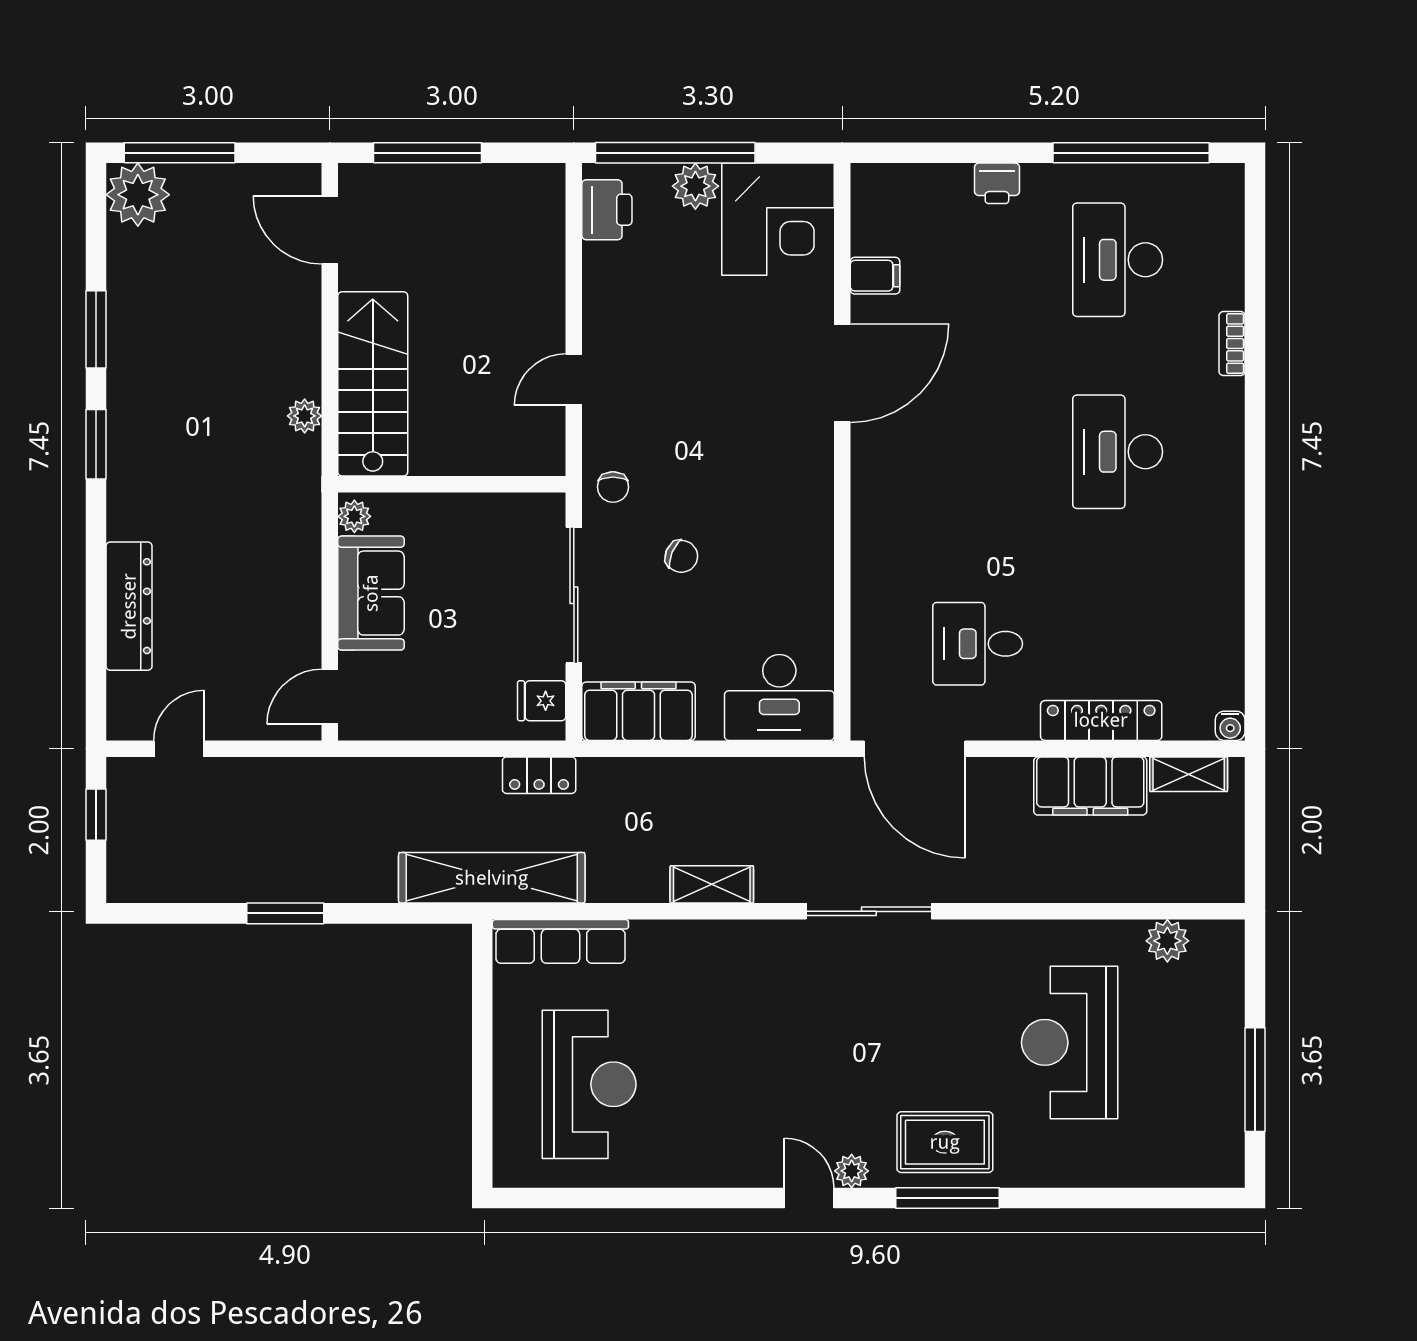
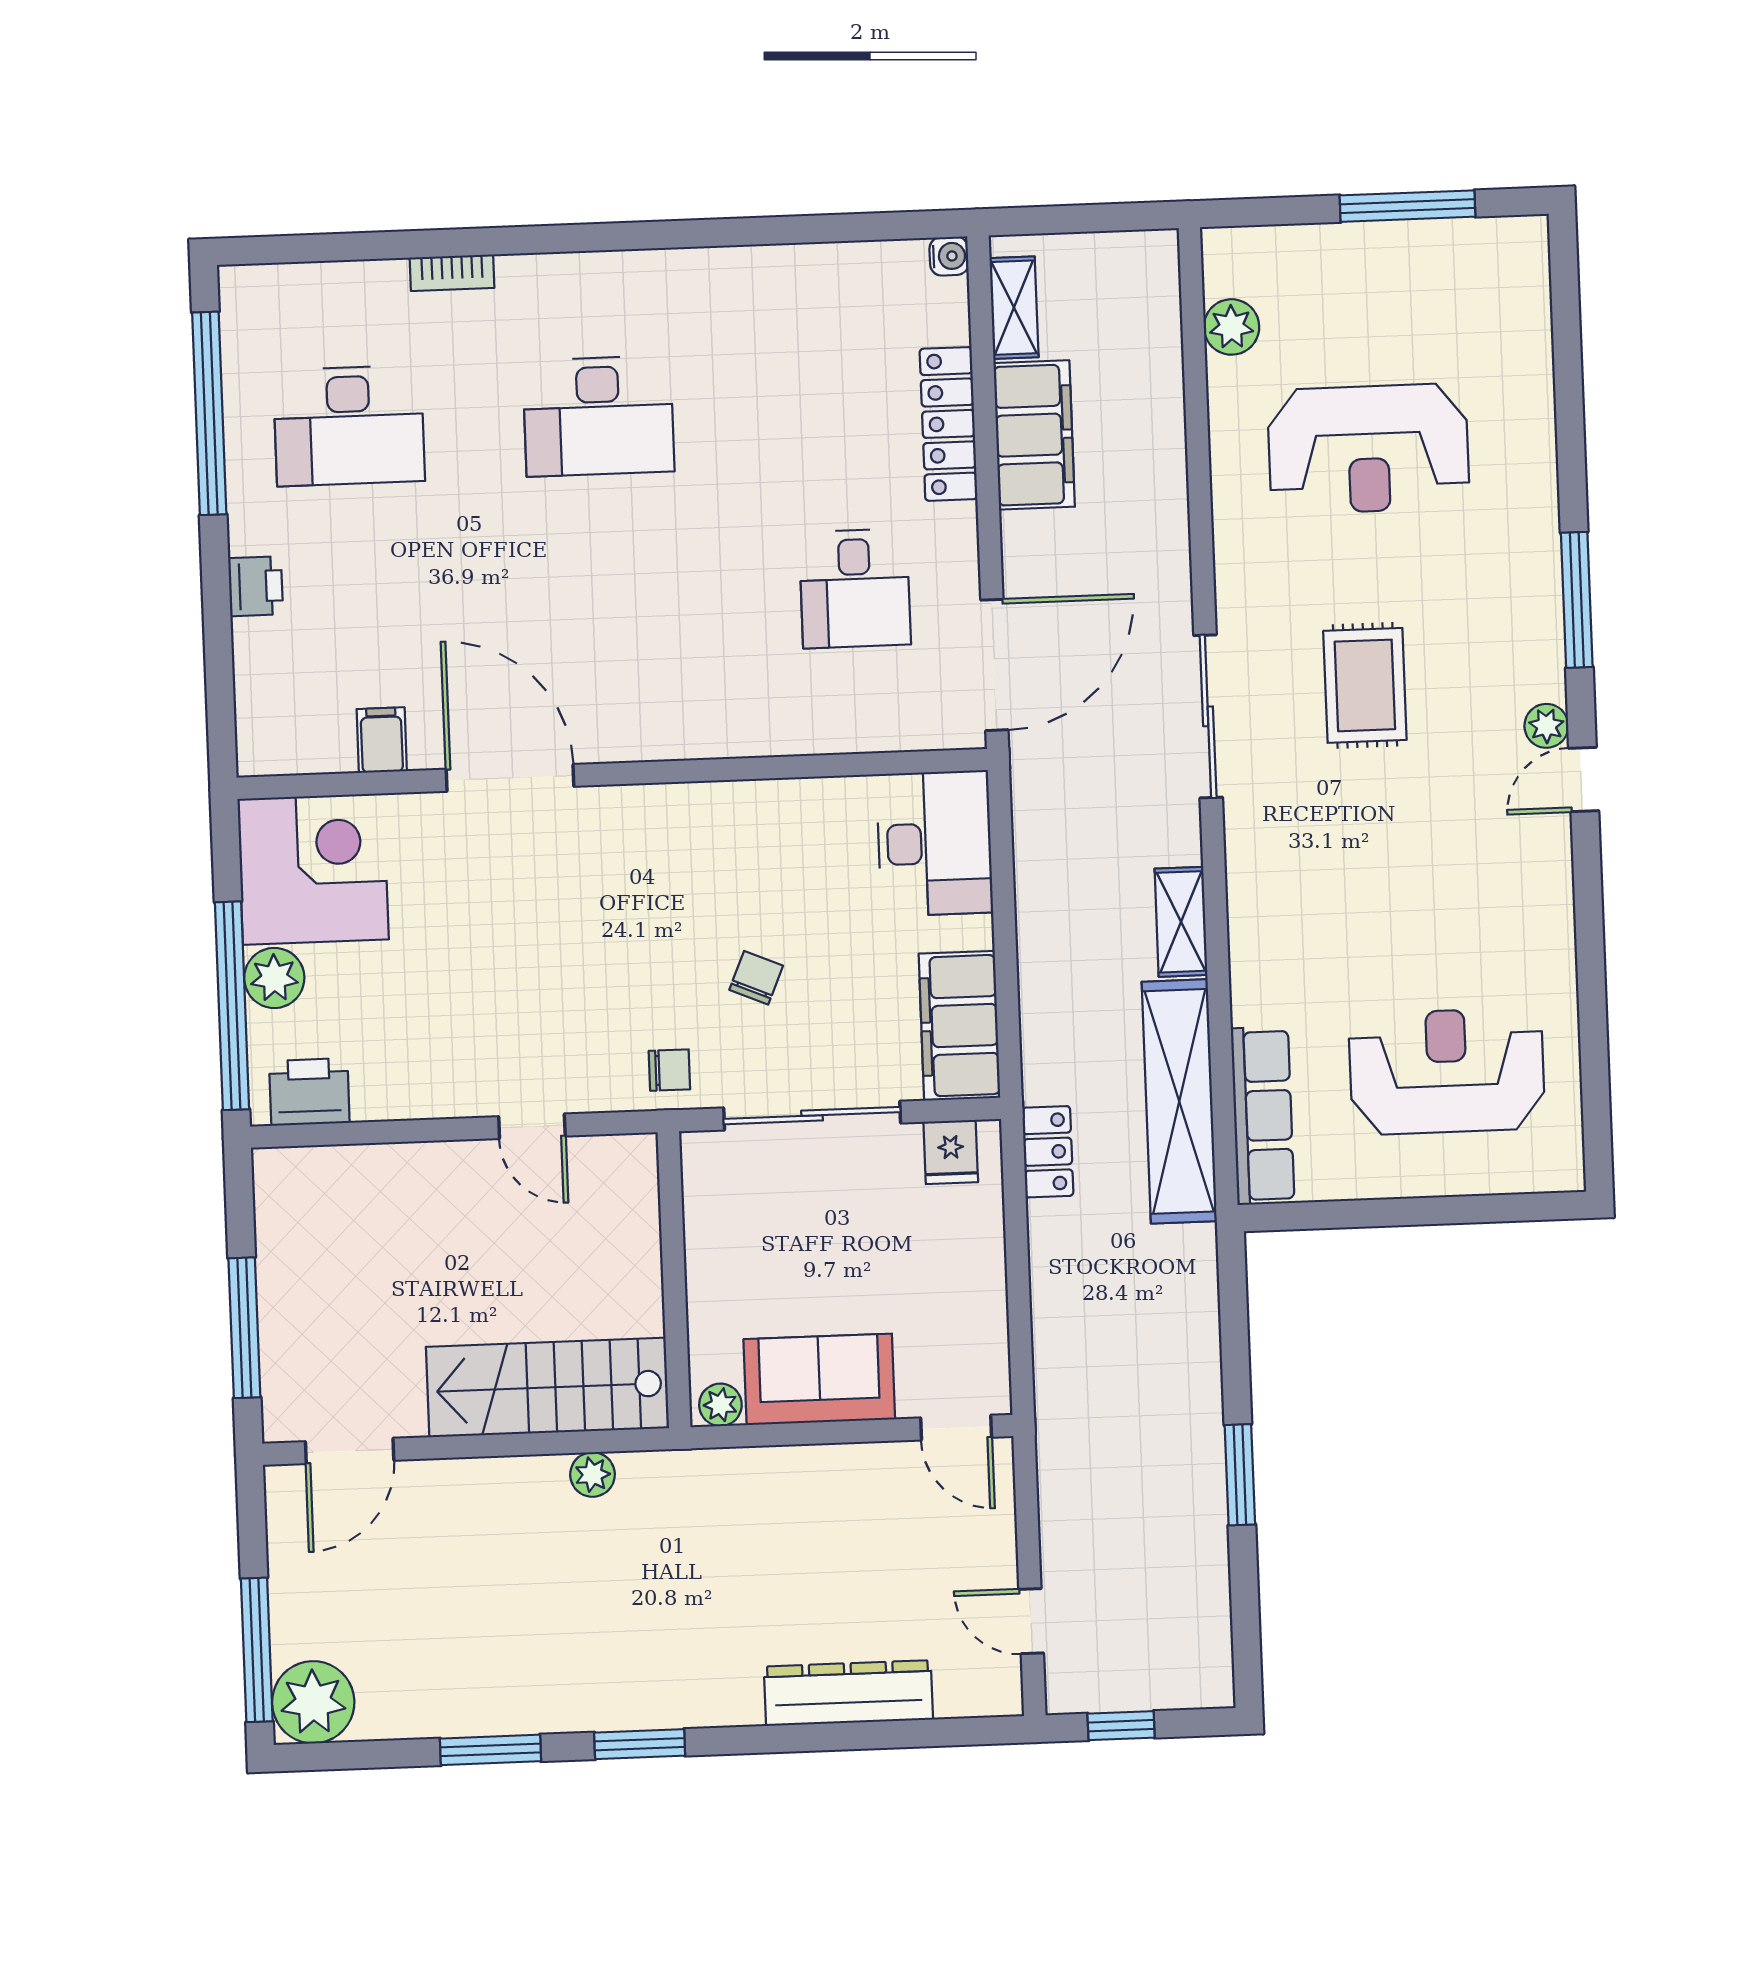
shelving: (492, 878) -> (1179, 1101), moved
rug: (945, 1142) -> (1365, 685), moved

